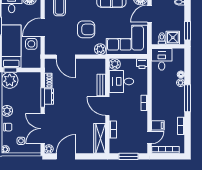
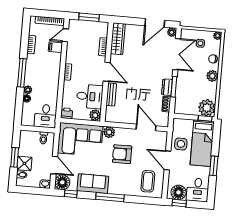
door: (150, 14) -> (54, 165), hinge flipped
door: (43, 27) -> (167, 160), swing flipped
window: (188, 31) -> (15, 157), moved
shower: (173, 38) -> (24, 163), moved

